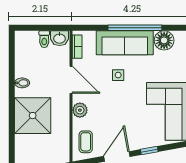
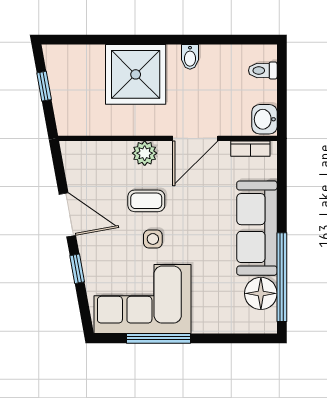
window: (135, 28) -> (282, 277), moved
toilet: (44, 39) -> (263, 71), moved
side table: (118, 75) -> (153, 239), moved
coffee table: (86, 142) -> (146, 201), moved

